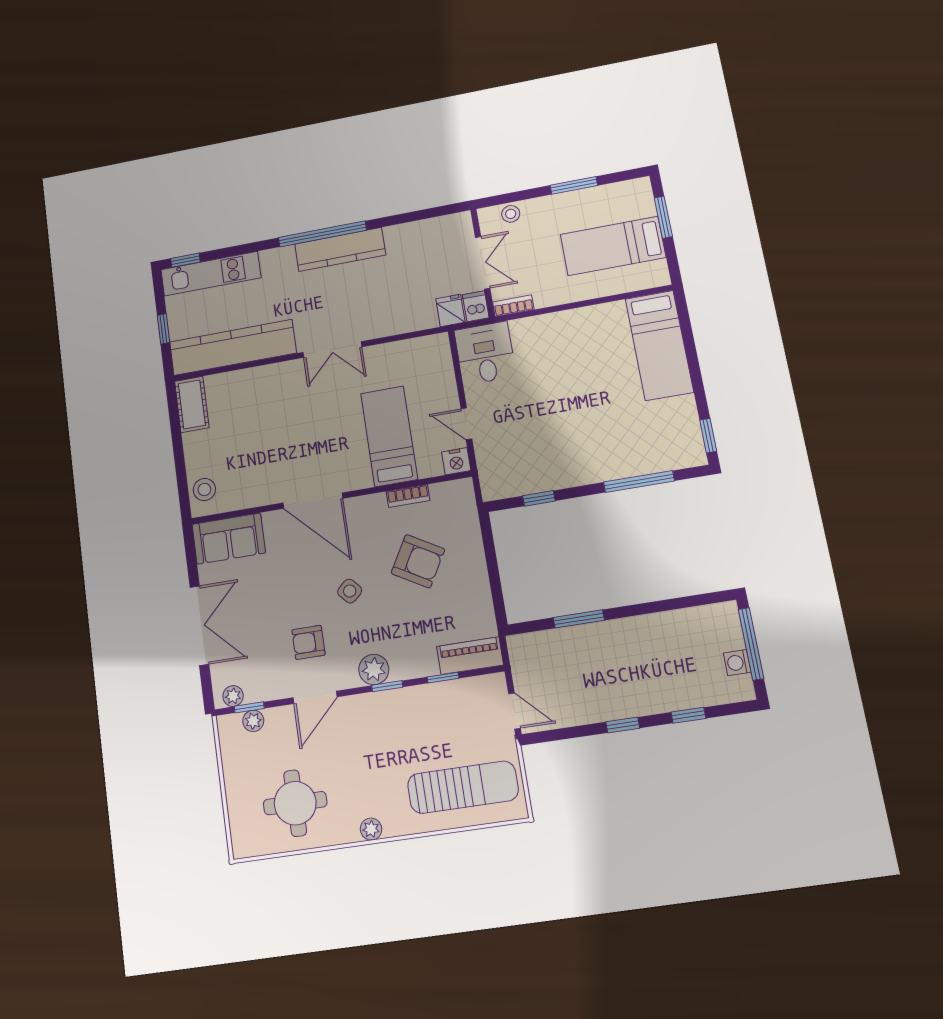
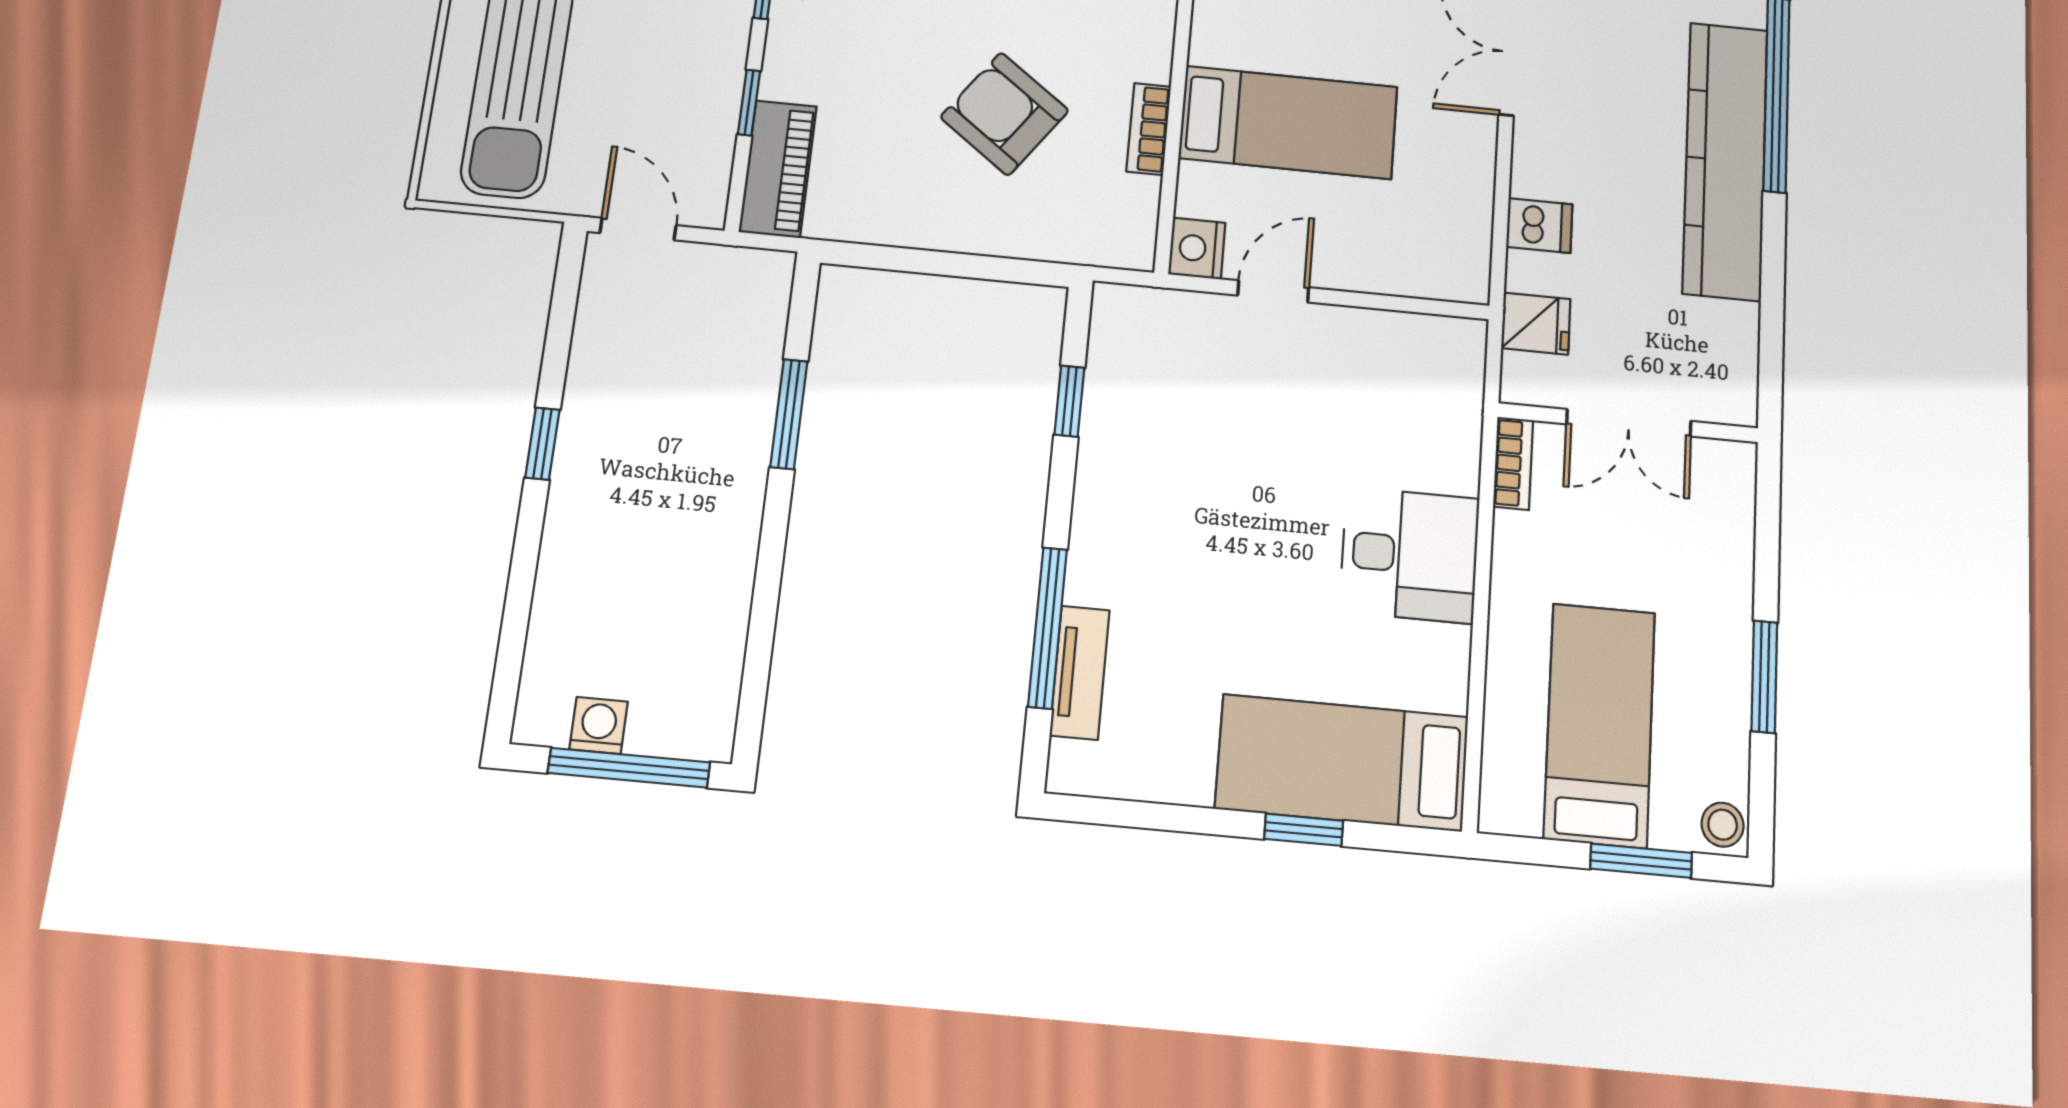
stool: (511, 214) -> (1723, 825), moved
kitchen counter: (340, 249) -> (1725, 160), width x1.39, depth x1.17
dishwasher: (476, 306) -> (1539, 226), moved
desk: (485, 353) -> (1410, 555), moved
window: (708, 436) -> (1304, 830), moved
tv unit: (654, 463) -> (1080, 673), added
armchair: (418, 561) -> (1005, 114), turned 96
door: (515, 711) -> (638, 229), swing flipped
window: (688, 715) -> (520, 588), removed

